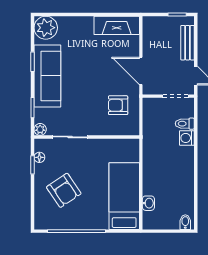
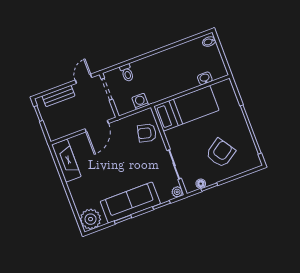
armchair: (118, 105) -> (147, 133), moved, turned 103
washing machine: (187, 138) -> (140, 101), moved, turned 180
bed: (124, 196) -> (186, 108), moved, turned 180

